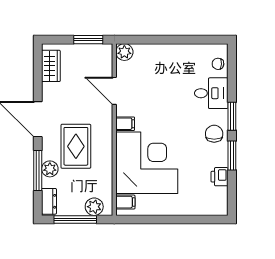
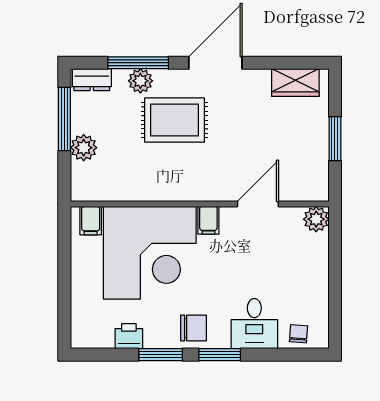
plant: (124, 52) -> (316, 219), moved
door: (114, 91) -> (258, 204), moved
filing cabinet: (125, 124) -> (208, 220), moved
wall: (114, 130) -> (200, 204), moved
corner desk: (147, 163) -> (150, 253), moved
filing cabinet: (125, 202) -> (91, 221), moved

